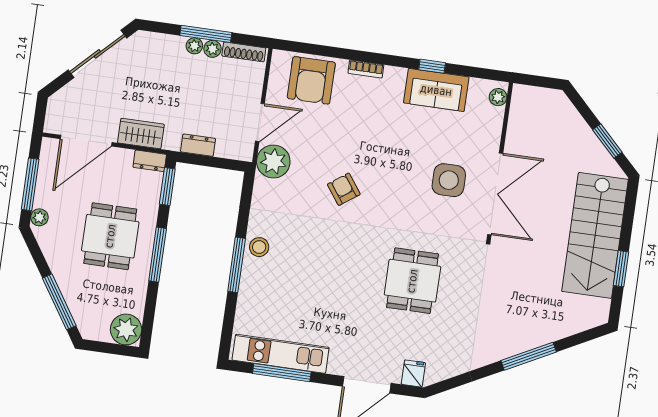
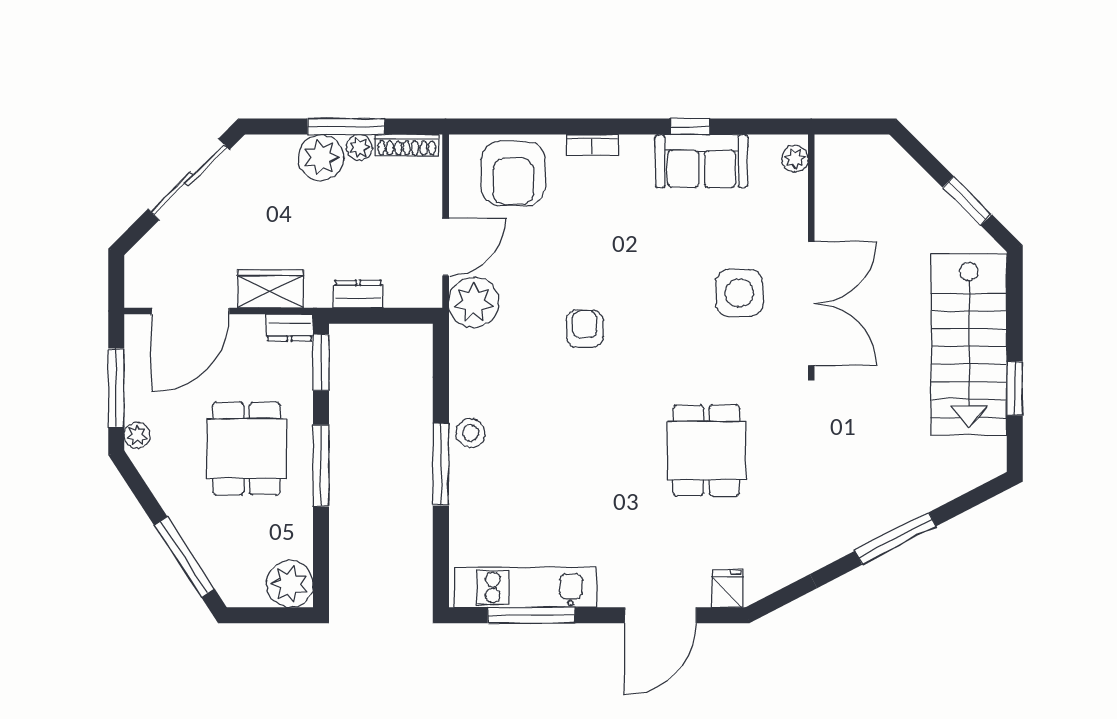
plant: (194, 46) -> (321, 157), width x1.87, depth x1.87
armchair: (344, 189) -> (585, 329), turned 36

